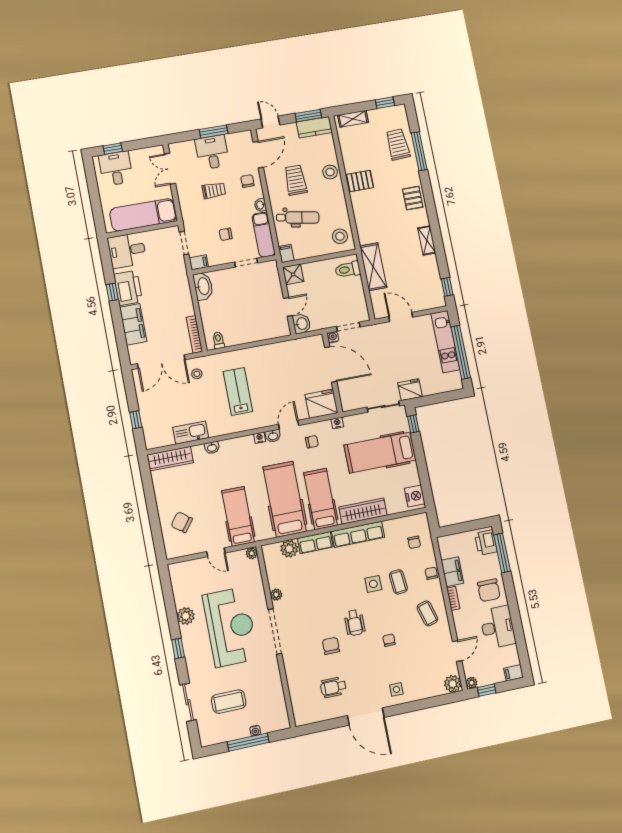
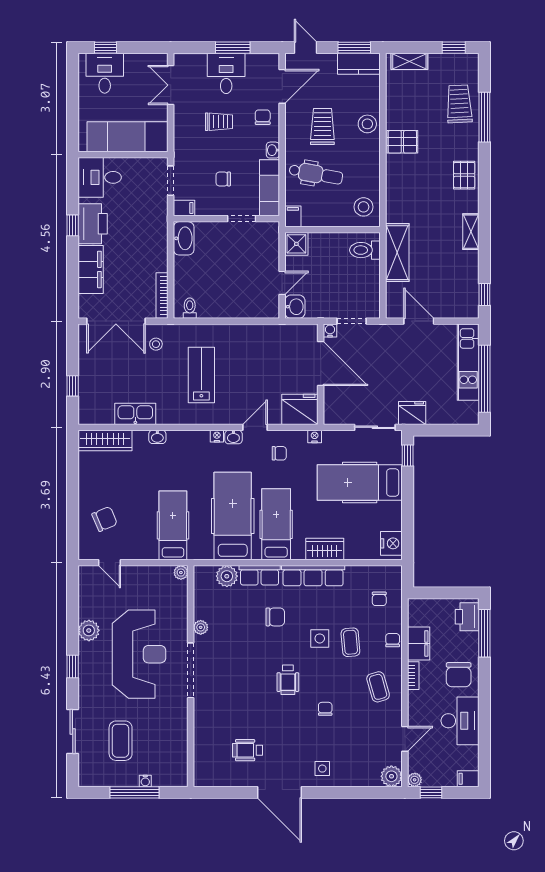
wardrobe: (363, 511) -> (325, 549), width x0.67
chair: (182, 522) -> (105, 519), turned 120
door: (216, 552) -> (110, 563), moved
chair: (331, 646) -> (275, 617), moved, turned 90
coffee table: (229, 702) -> (121, 741), turned 90

